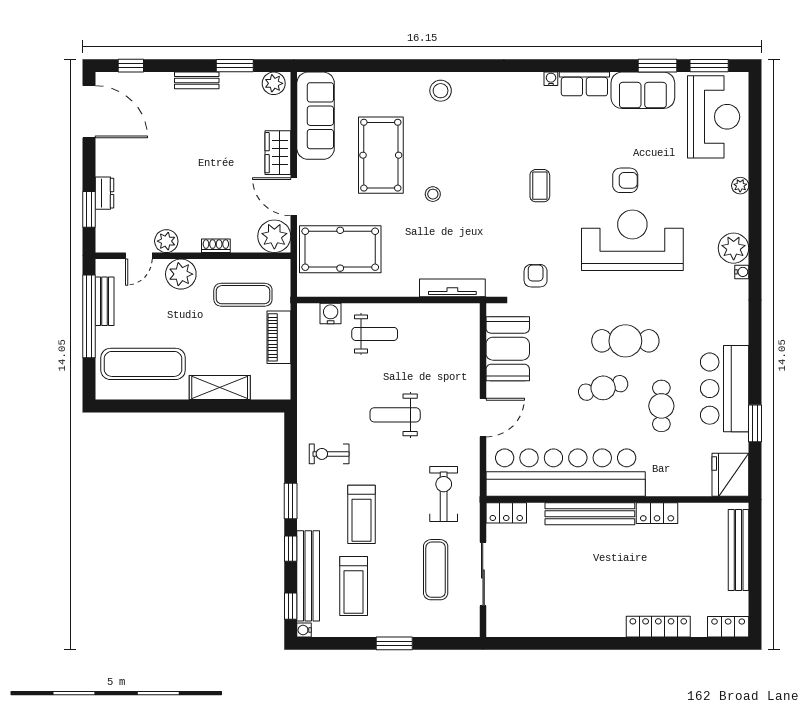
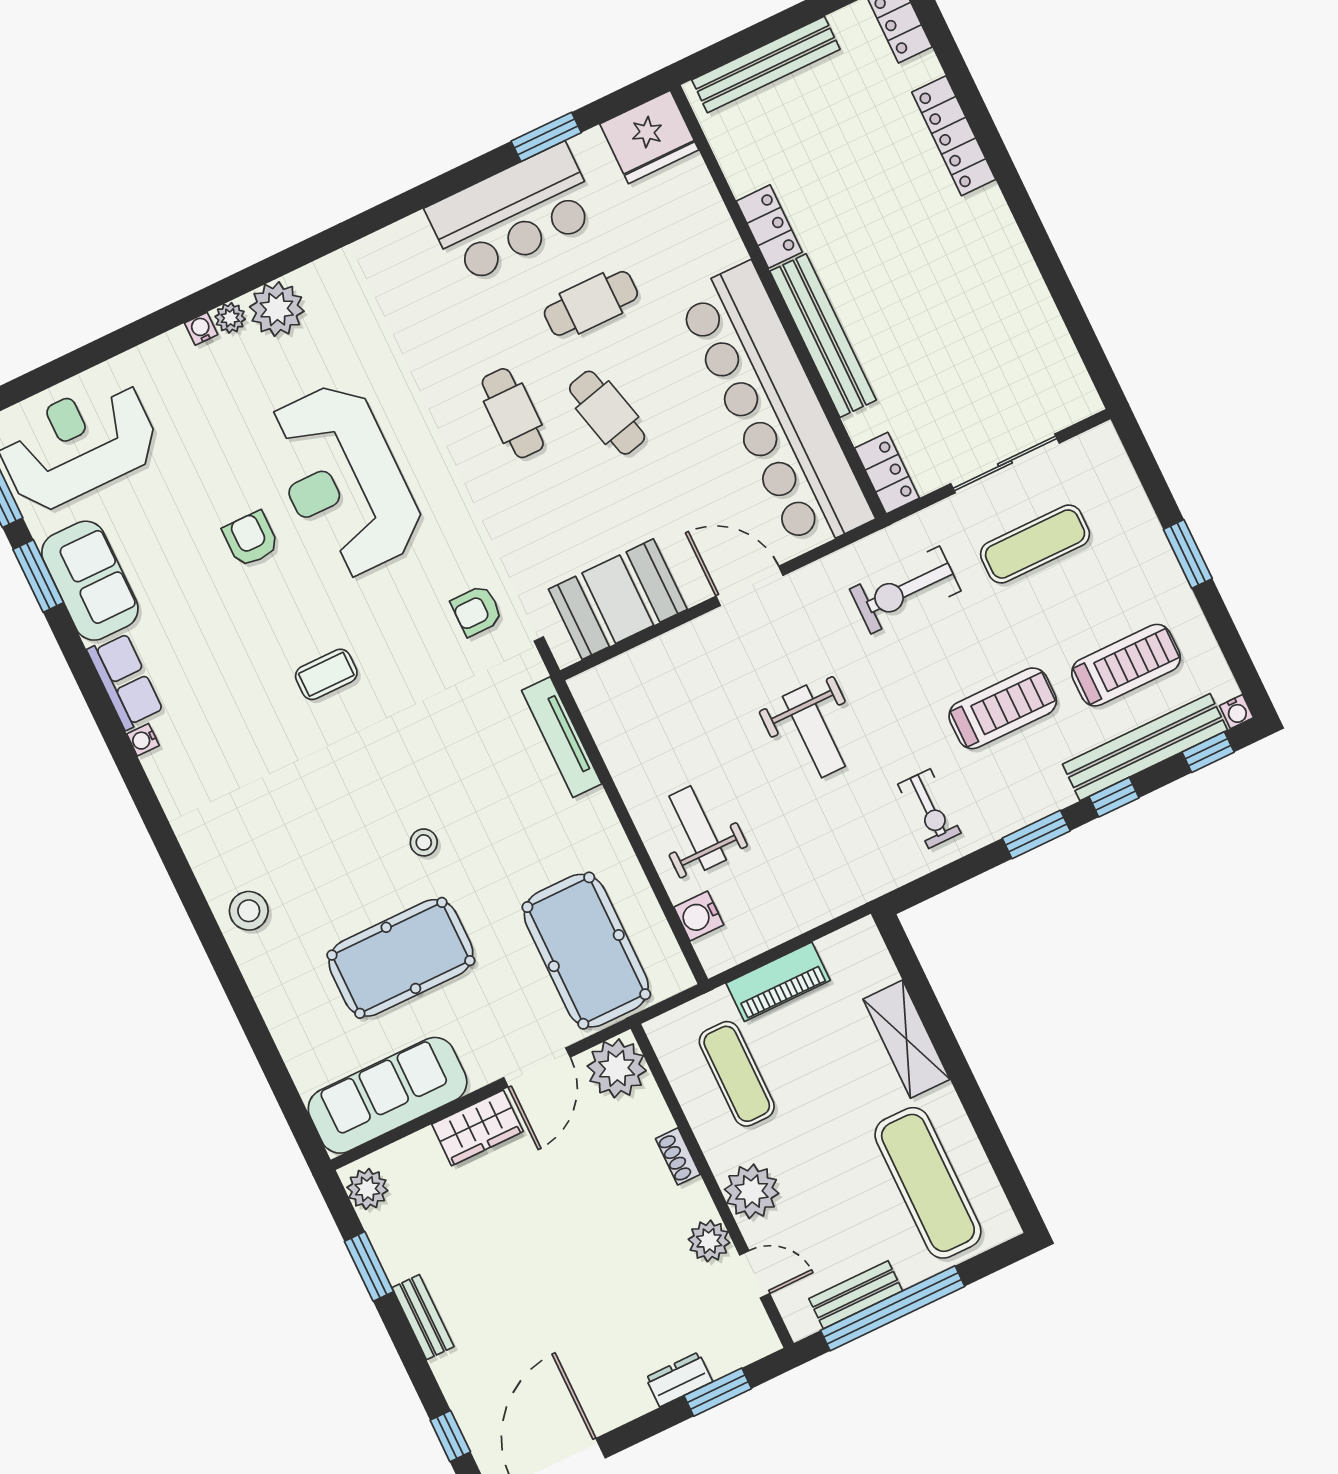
plant: (740, 186) -> (230, 318), moved
water cooler: (742, 272) -> (201, 329), moved
cafe table: (625, 341) -> (513, 413), width x0.73, depth x0.74

